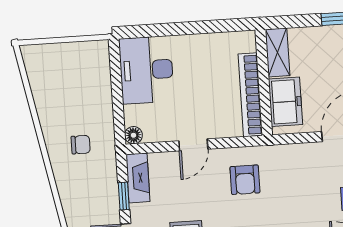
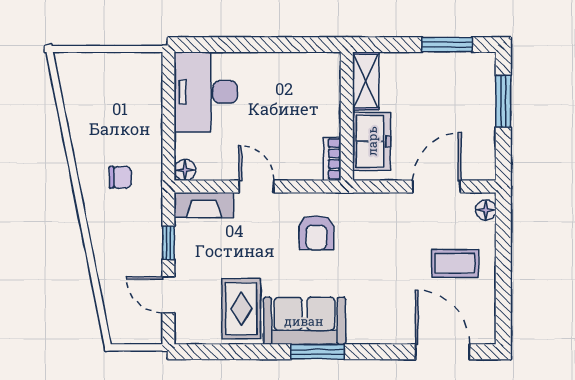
bookcase: (250, 95) -> (332, 159), width x0.43, depth x0.76
door: (193, 145) -> (257, 186), swing flipped
fireplace: (138, 178) -> (204, 205), moved, turned 90

